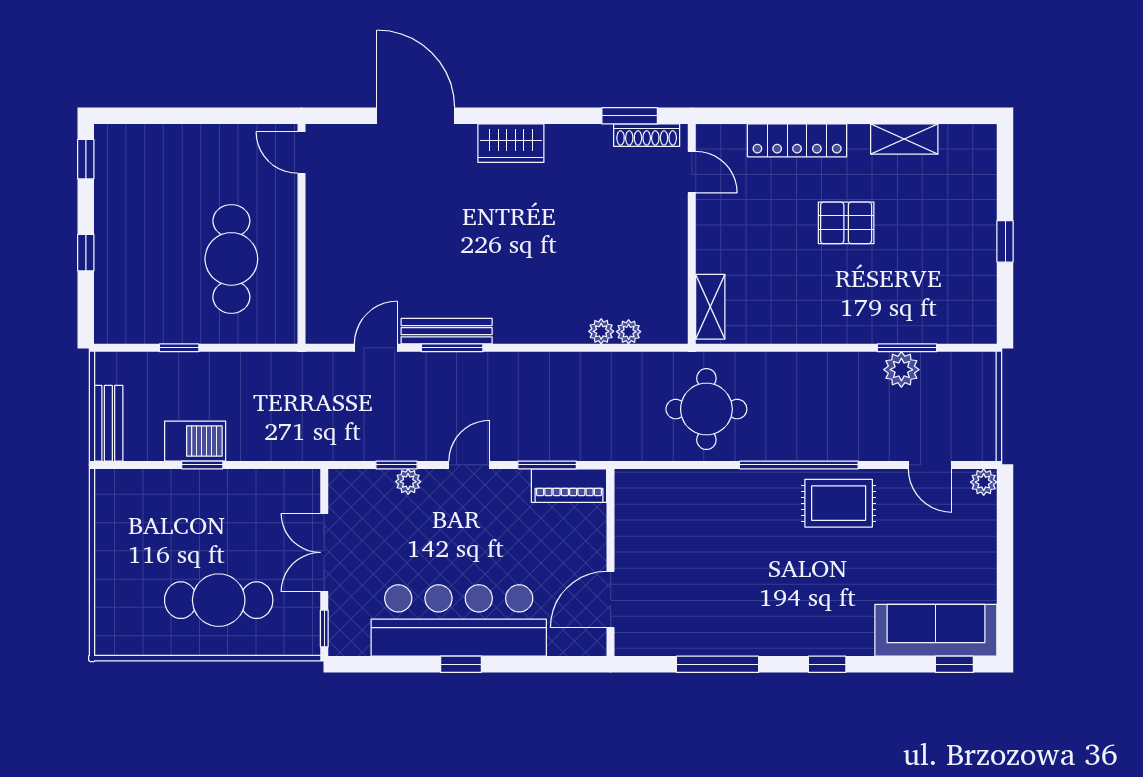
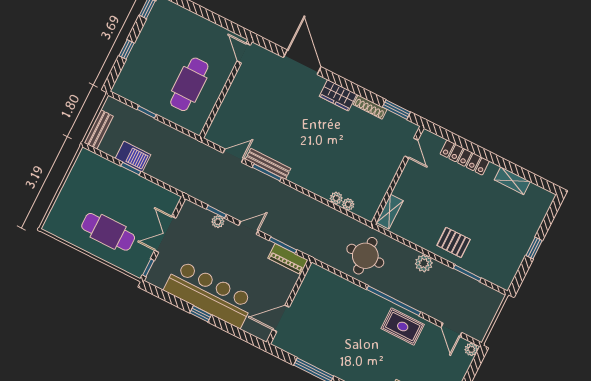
shoe rack: (647, 135) -> (370, 107), moved
pallet: (846, 223) -> (454, 242), moved
plant: (901, 370) -> (424, 263), moved

